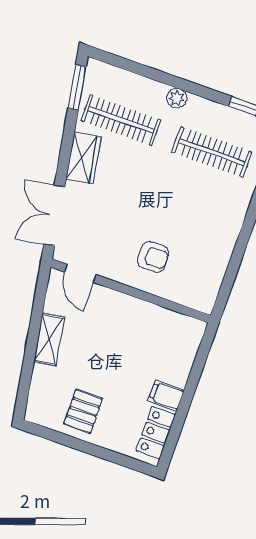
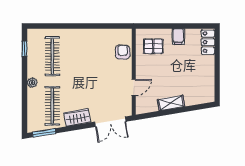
armchair: (153, 257) -> (123, 52), moved
door: (80, 273) -> (134, 87), moved
pallet: (83, 411) -> (153, 46), moved
locker: (156, 433) -> (208, 42), moved, turned 90

